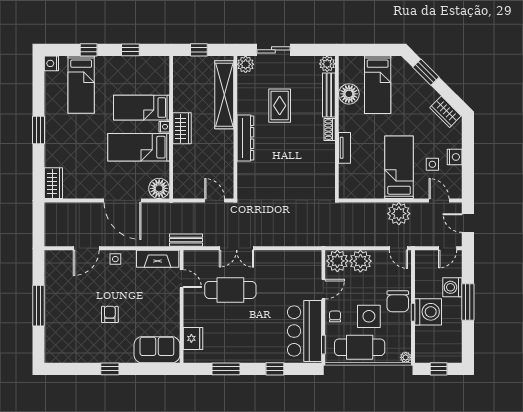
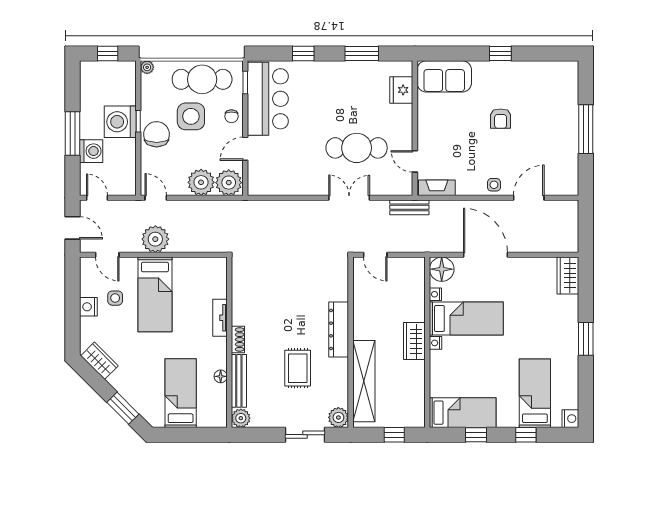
floor lamp: (349, 94) -> (221, 376), width x0.53, depth x0.53
bed: (141, 108) -> (463, 413), moved
nightstand: (164, 167) -> (435, 294), added
door: (448, 248) -> (97, 198), hinge flipped
fireplace: (158, 259) -> (437, 188), width x0.73, depth x0.76

